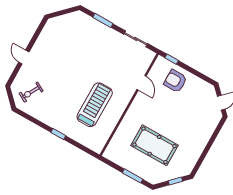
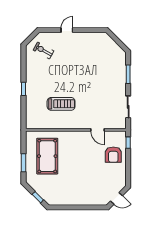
armchair: (175, 81) -> (113, 155), turned 180
door: (141, 83) -> (98, 130), hinge flipped
treadmill: (95, 105) -> (61, 104), width x0.73, depth x0.73
pool table: (154, 145) -> (47, 156), moved

